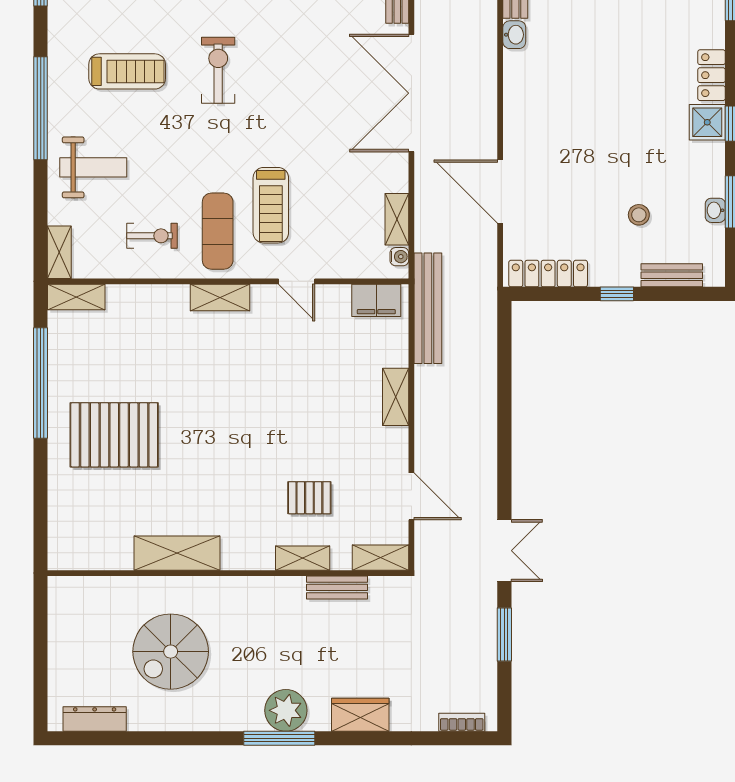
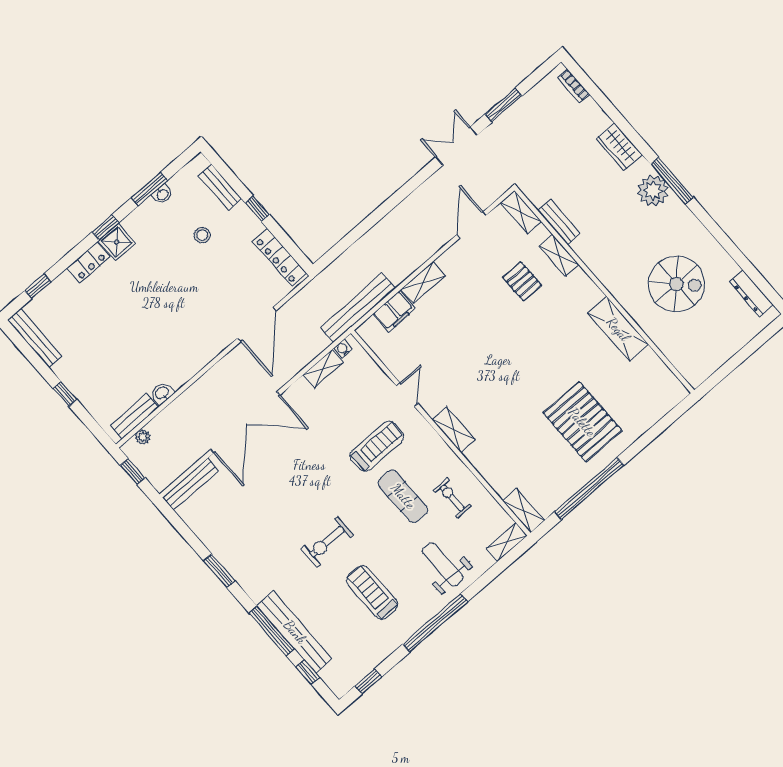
exercise mat: (218, 231) -> (403, 496), moved, turned 90
filing cabinet: (376, 300) -> (394, 311), moved, turned 90

